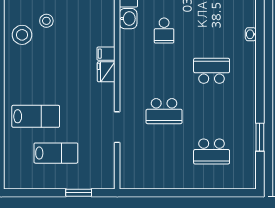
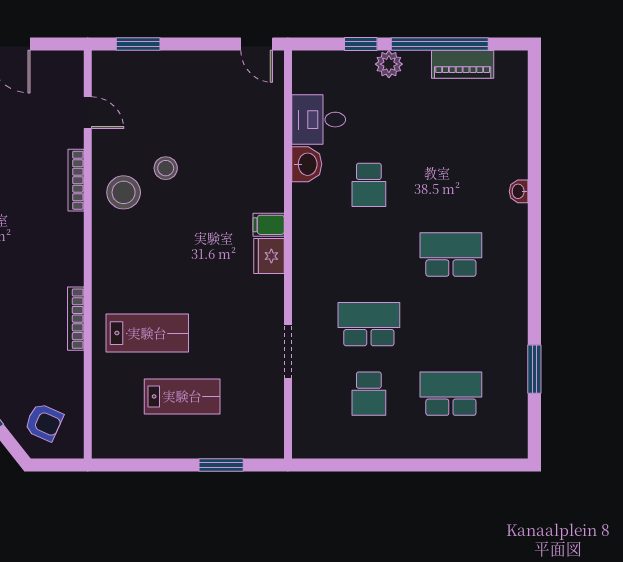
school desk: (164, 111) -> (369, 324), turned 180
school desk: (164, 151) -> (369, 394), added
school desk: (212, 151) -> (451, 394), turned 180

